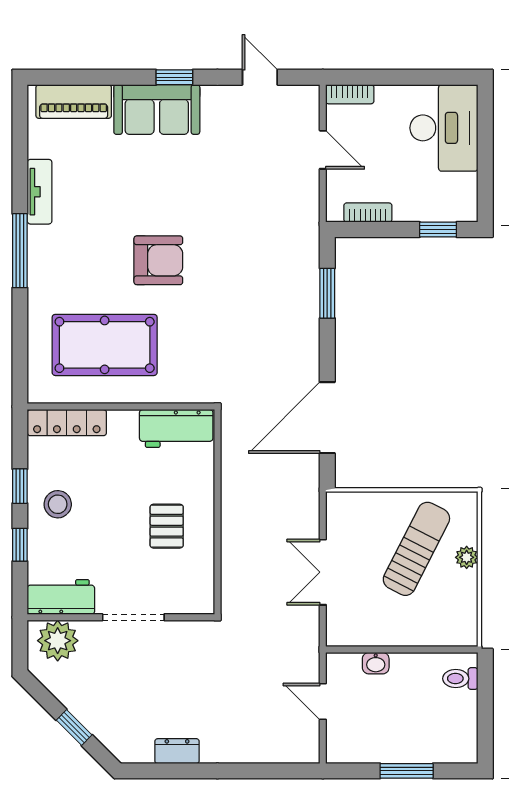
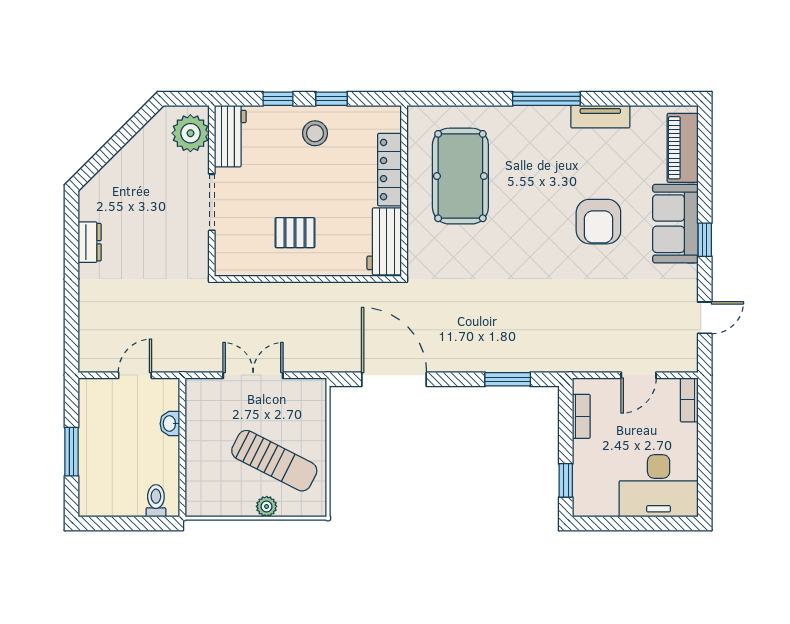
armchair: (158, 260) -> (598, 222), moved
locker: (67, 423) -> (390, 170), moved
window: (74, 728) -> (111, 148), removed

